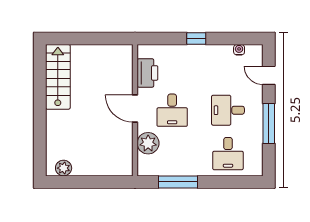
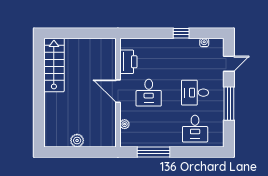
window: (196, 39) -> (181, 33), moved
door: (269, 75) -> (229, 64), swing flipped
plant: (148, 143) -> (125, 124), width x0.53, depth x0.53
plant: (64, 168) -> (77, 141), moved

